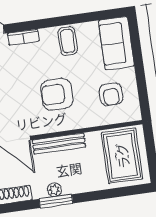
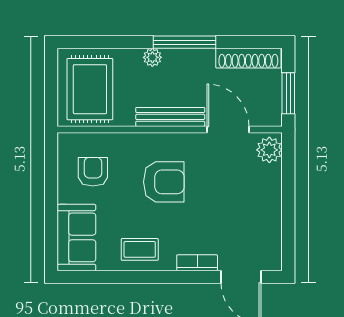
coffee table: (68, 41) -> (140, 249), turned 90
plant: (54, 190) -> (152, 57), moved
window: (56, 201) -> (185, 42), width x1.44

